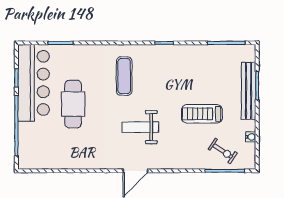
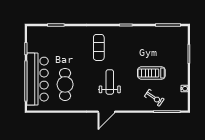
bar counter: (34, 83) -> (37, 79), moved
bench: (249, 91) -> (183, 57), removed
cafe table: (73, 104) -> (65, 84), moved
weight bench: (140, 127) -> (110, 82), turned 90
exercise bike: (223, 151) -> (154, 98), moved

